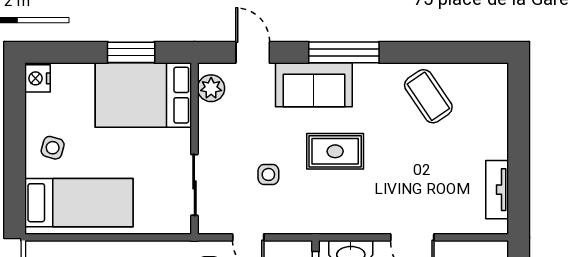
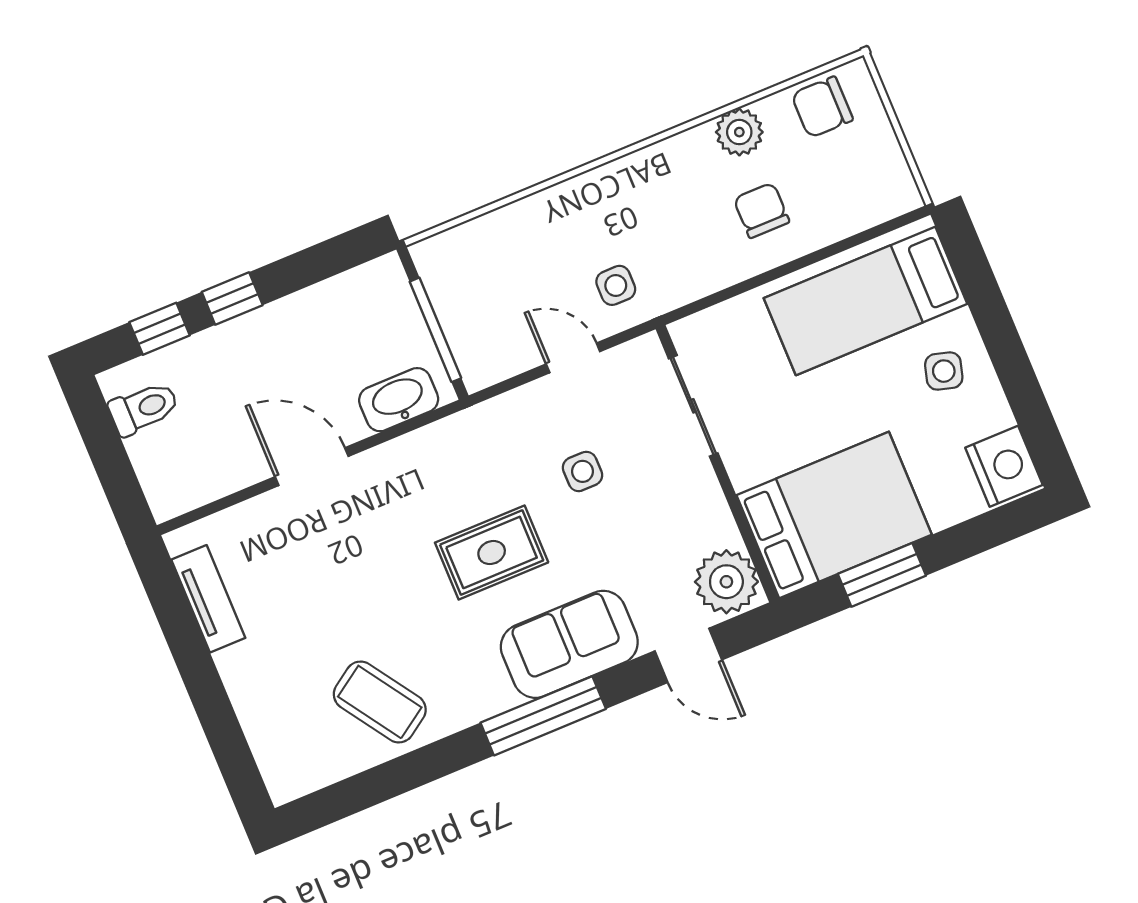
nightstand: (38, 78) -> (1004, 466), width x1.36, depth x1.33
plant: (211, 88) -> (726, 582), width x1.36, depth x1.36

